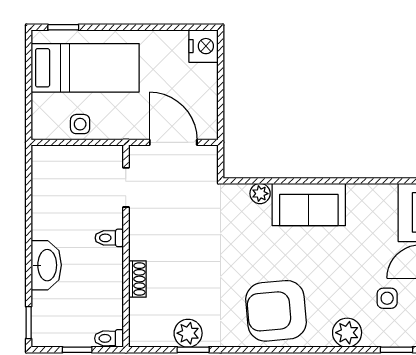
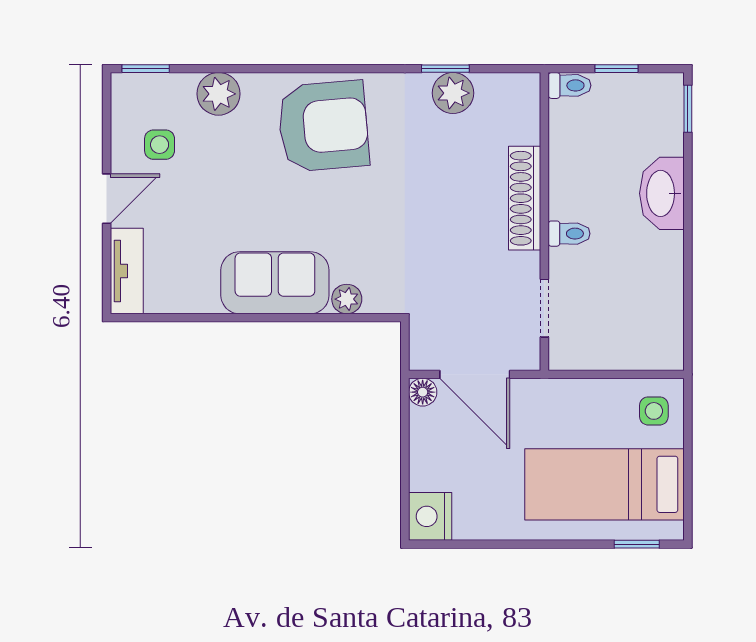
side table: (80, 124) -> (654, 411), moved
floor lamp: (209, 130) -> (423, 392), added
shoe rack: (137, 279) -> (525, 198), width x1.94, depth x1.24

